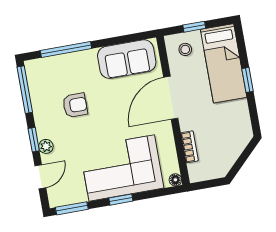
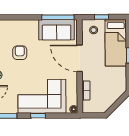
window: (66, 50) -> (58, 17), moved
door: (171, 98) -> (80, 58), hinge flipped
armchair: (75, 105) -> (20, 53), turned -90

